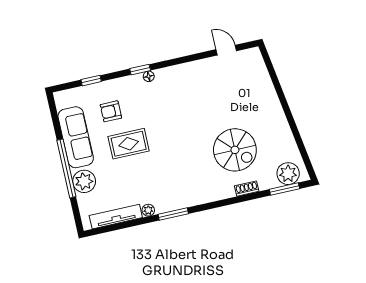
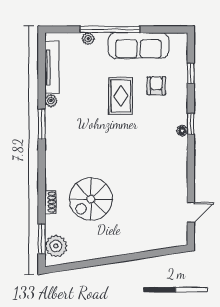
plant: (84, 181) -> (88, 39), width x0.53, depth x0.53

